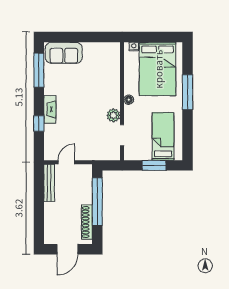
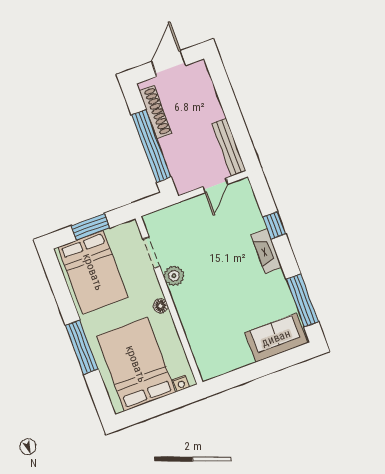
bed: (163, 136) -> (93, 272), width x1.50

